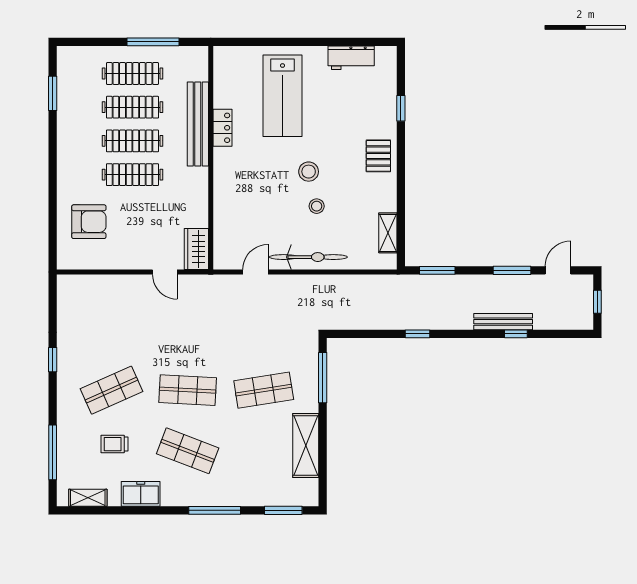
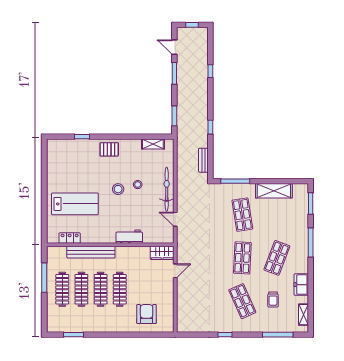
workbench: (351, 58) -> (129, 237), moved, turned -90
locker: (222, 128) -> (70, 238), moved
bench: (503, 322) -> (203, 160), moved, width x0.73

